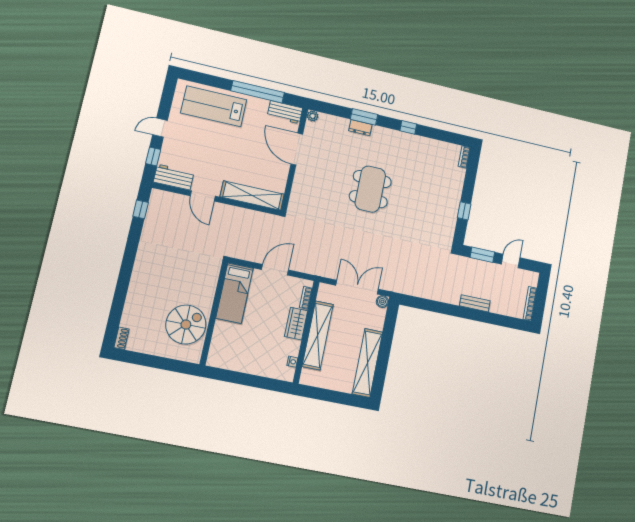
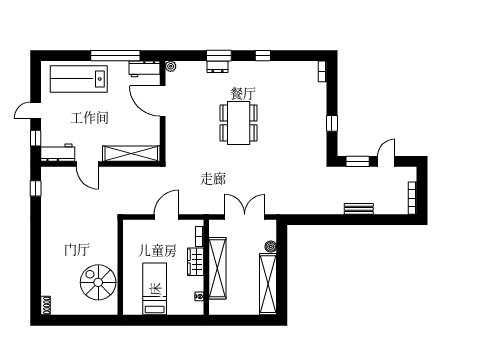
bed: (235, 293) -> (155, 289), moved, turned 180
boiler: (382, 302) -> (271, 247), moved
spiral stairs: (186, 325) -> (98, 282), turned -90

